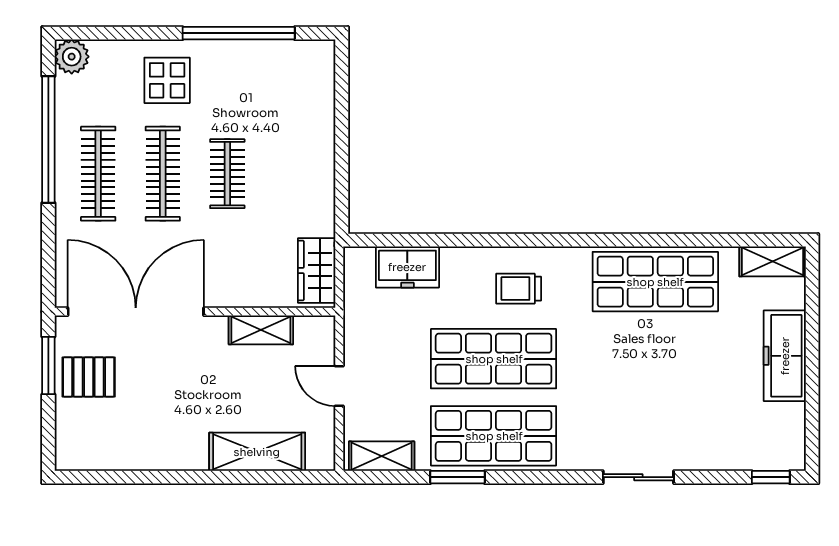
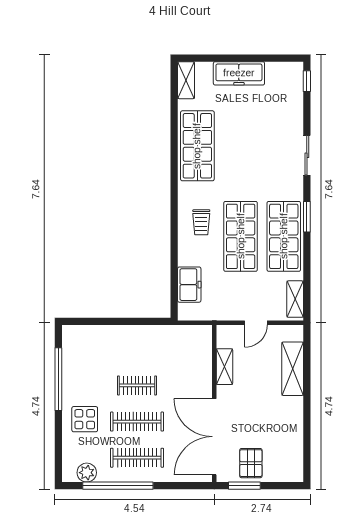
plant: (72, 57) -> (87, 473), moved
wardrobe: (317, 271) -> (191, 335), removed
window: (458, 477) -> (307, 217), moved

